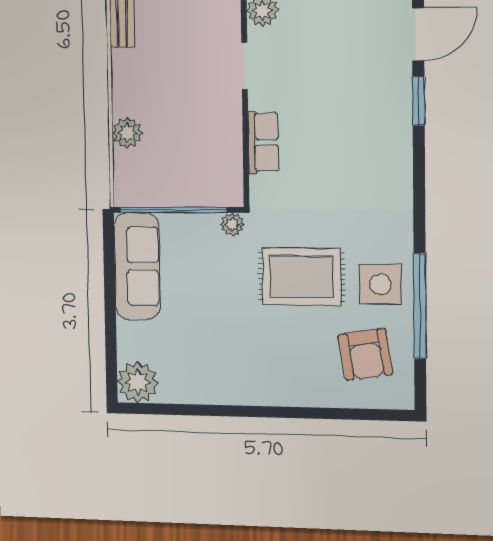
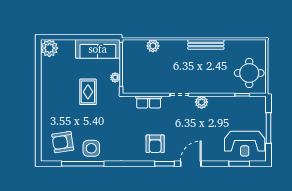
door: (418, 34) -> (191, 164), swing flipped
armchair: (368, 125) -> (155, 144), added
plant: (232, 225) -> (115, 77), moved
rug: (301, 277) -> (88, 92), moved, width x0.73, depth x0.70

